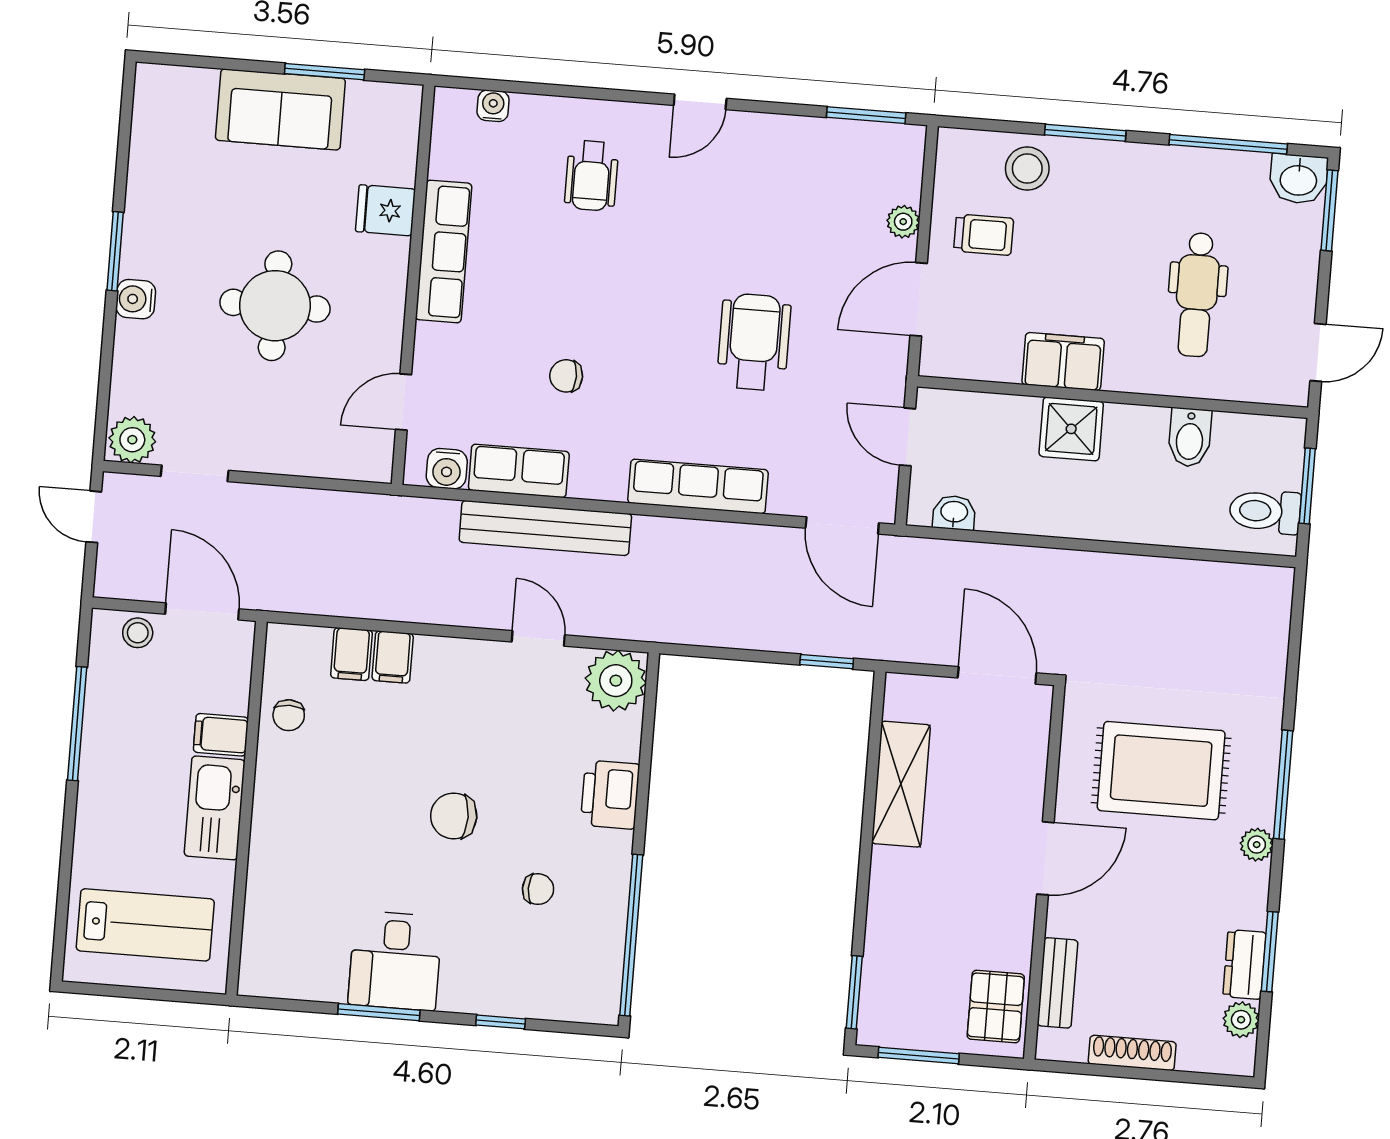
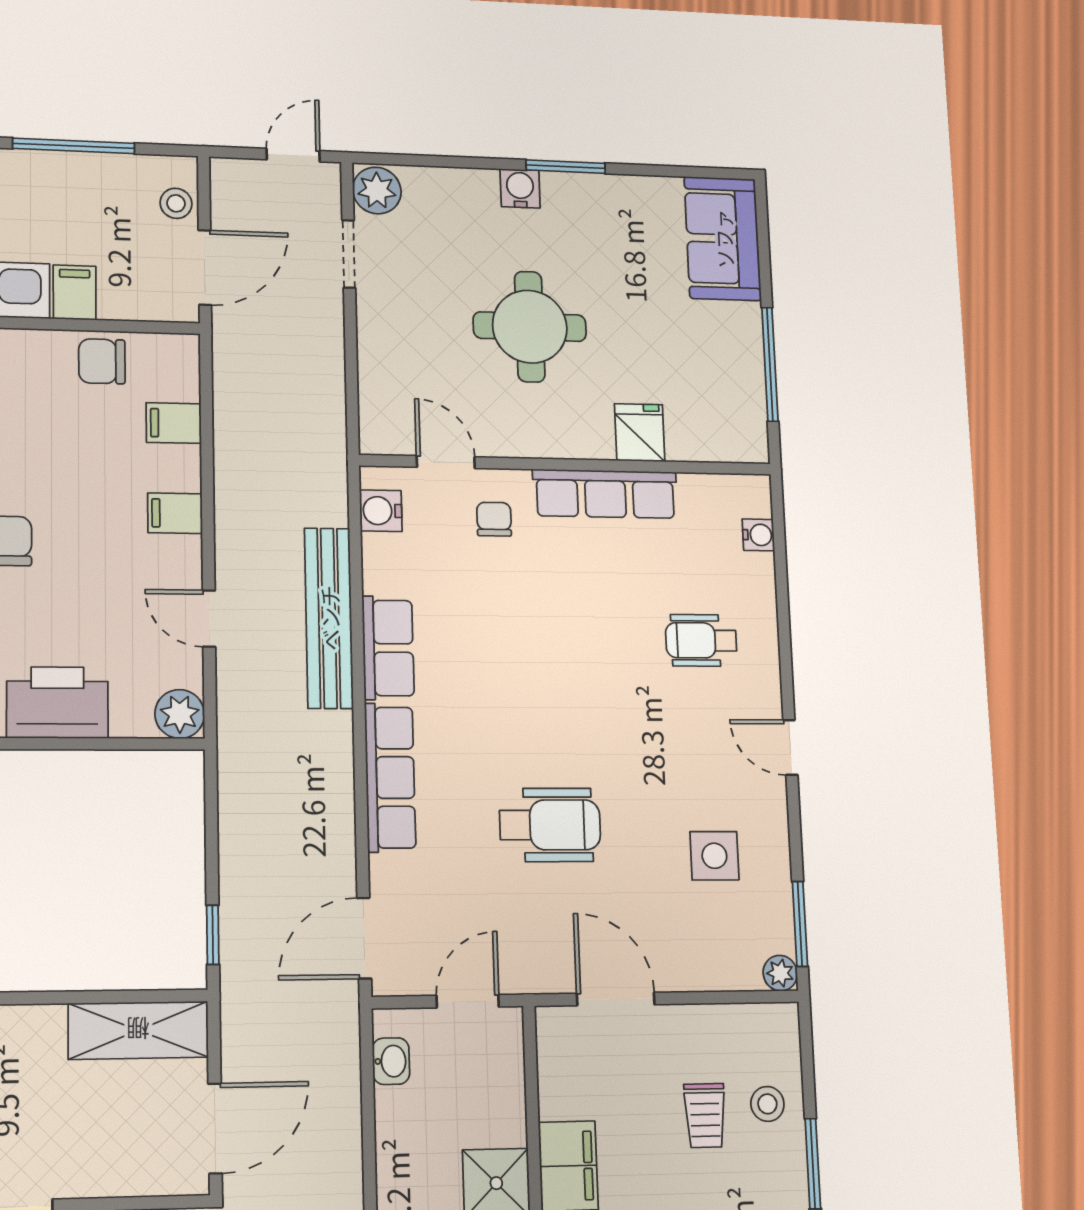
window: (325, 72) -> (770, 364), width x1.44
sofa: (280, 109) -> (723, 239), moved
stool: (1027, 169) -> (767, 1104), width x0.73, depth x0.73
side table: (796, 189) -> (714, 856), added
plant: (903, 222) -> (780, 973), moved
trolley: (984, 235) -> (705, 1116), moved
chair: (566, 376) -> (494, 519), moved
row of seats: (519, 471) -> (388, 648), moved
door: (538, 638) -> (209, 619), swing flipped
filing cabinet: (393, 657) -> (175, 513), moved
plant: (616, 681) -> (180, 714), width x0.73, depth x0.73
chair: (289, 715) -> (102, 361), width x1.37, depth x1.37
shelving: (901, 784) -> (138, 1030), moved
printer: (610, 795) -> (57, 703), width x1.37, depth x1.19

